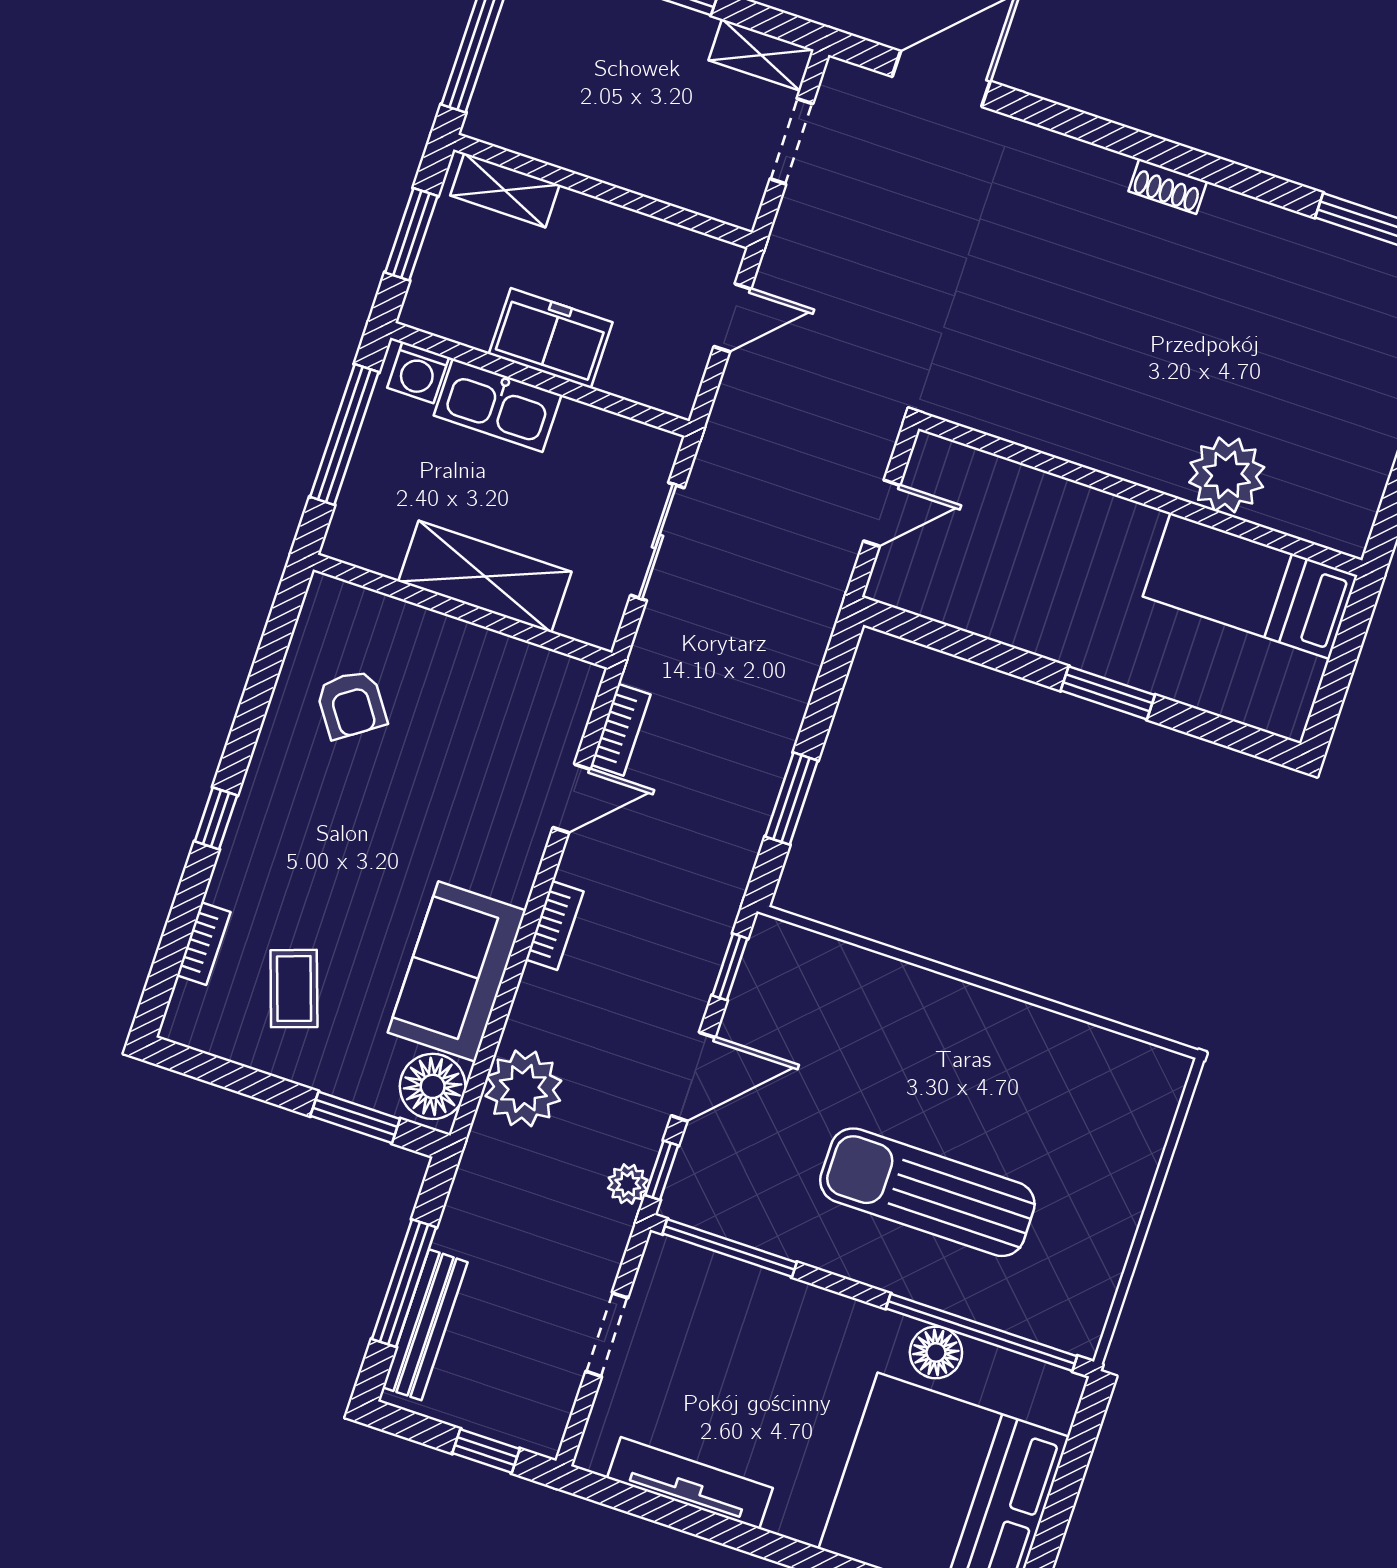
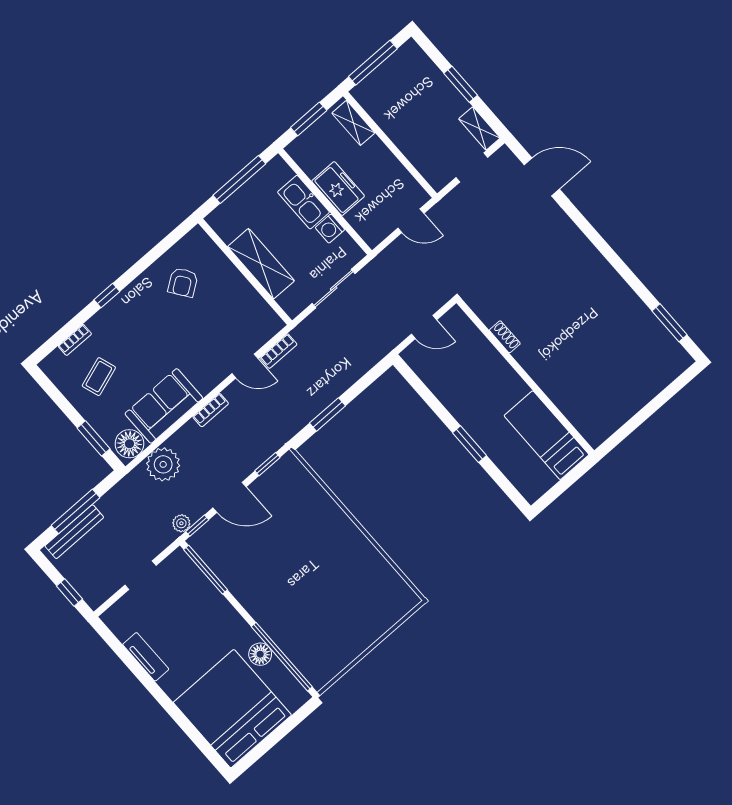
shoe rack: (1168, 186) -> (505, 337), moved, turned 180
washing machine: (418, 372) -> (330, 229), moved
plant: (1227, 475) -> (562, 388), removed
sun lounger: (927, 1192) -> (292, 592), removed
tv unit: (690, 1483) -> (146, 657), width x0.71

